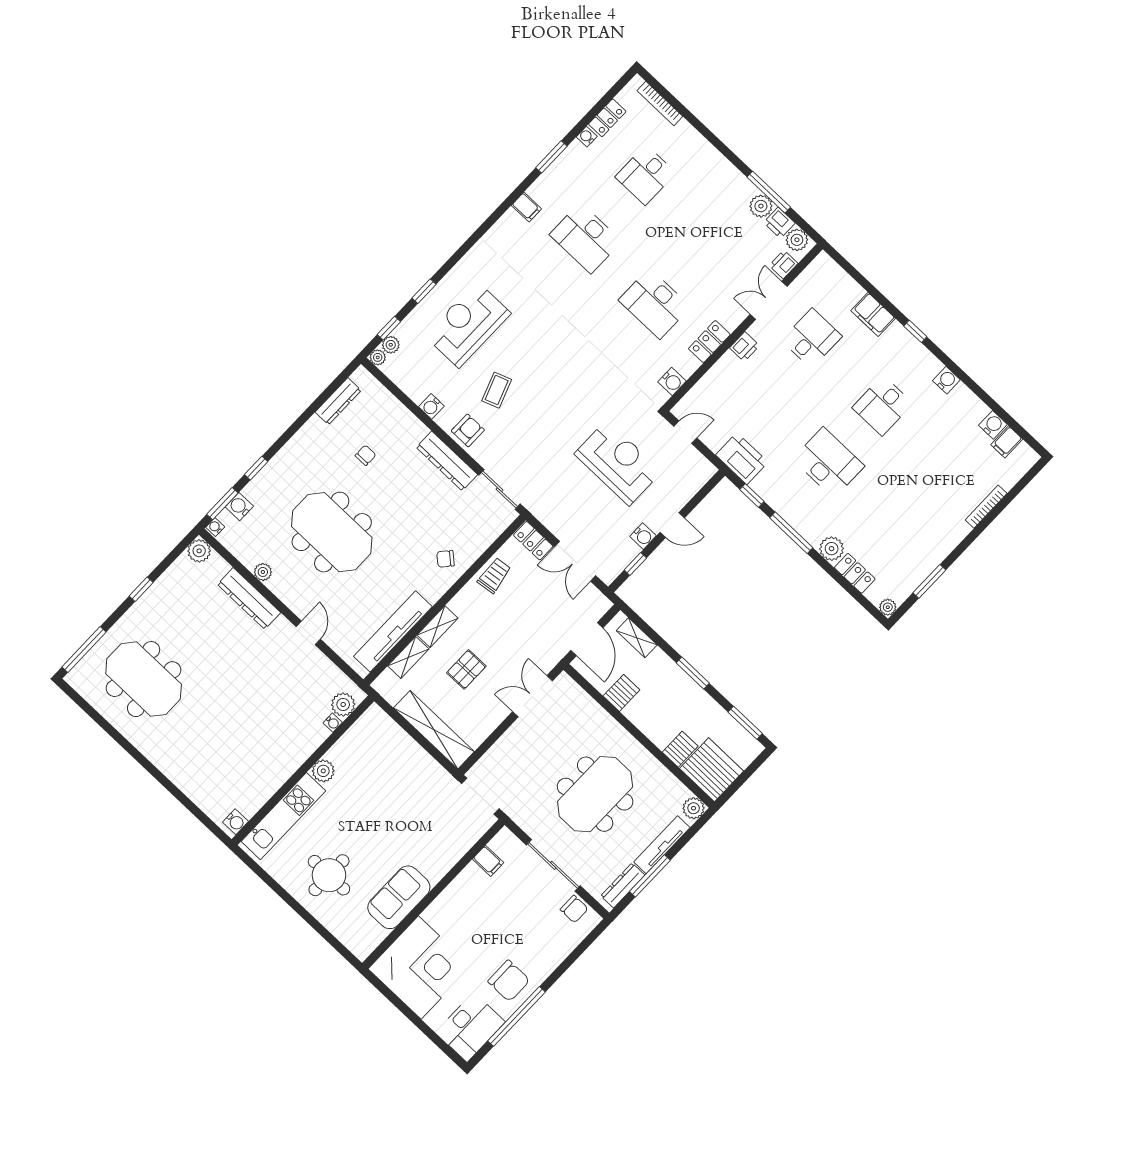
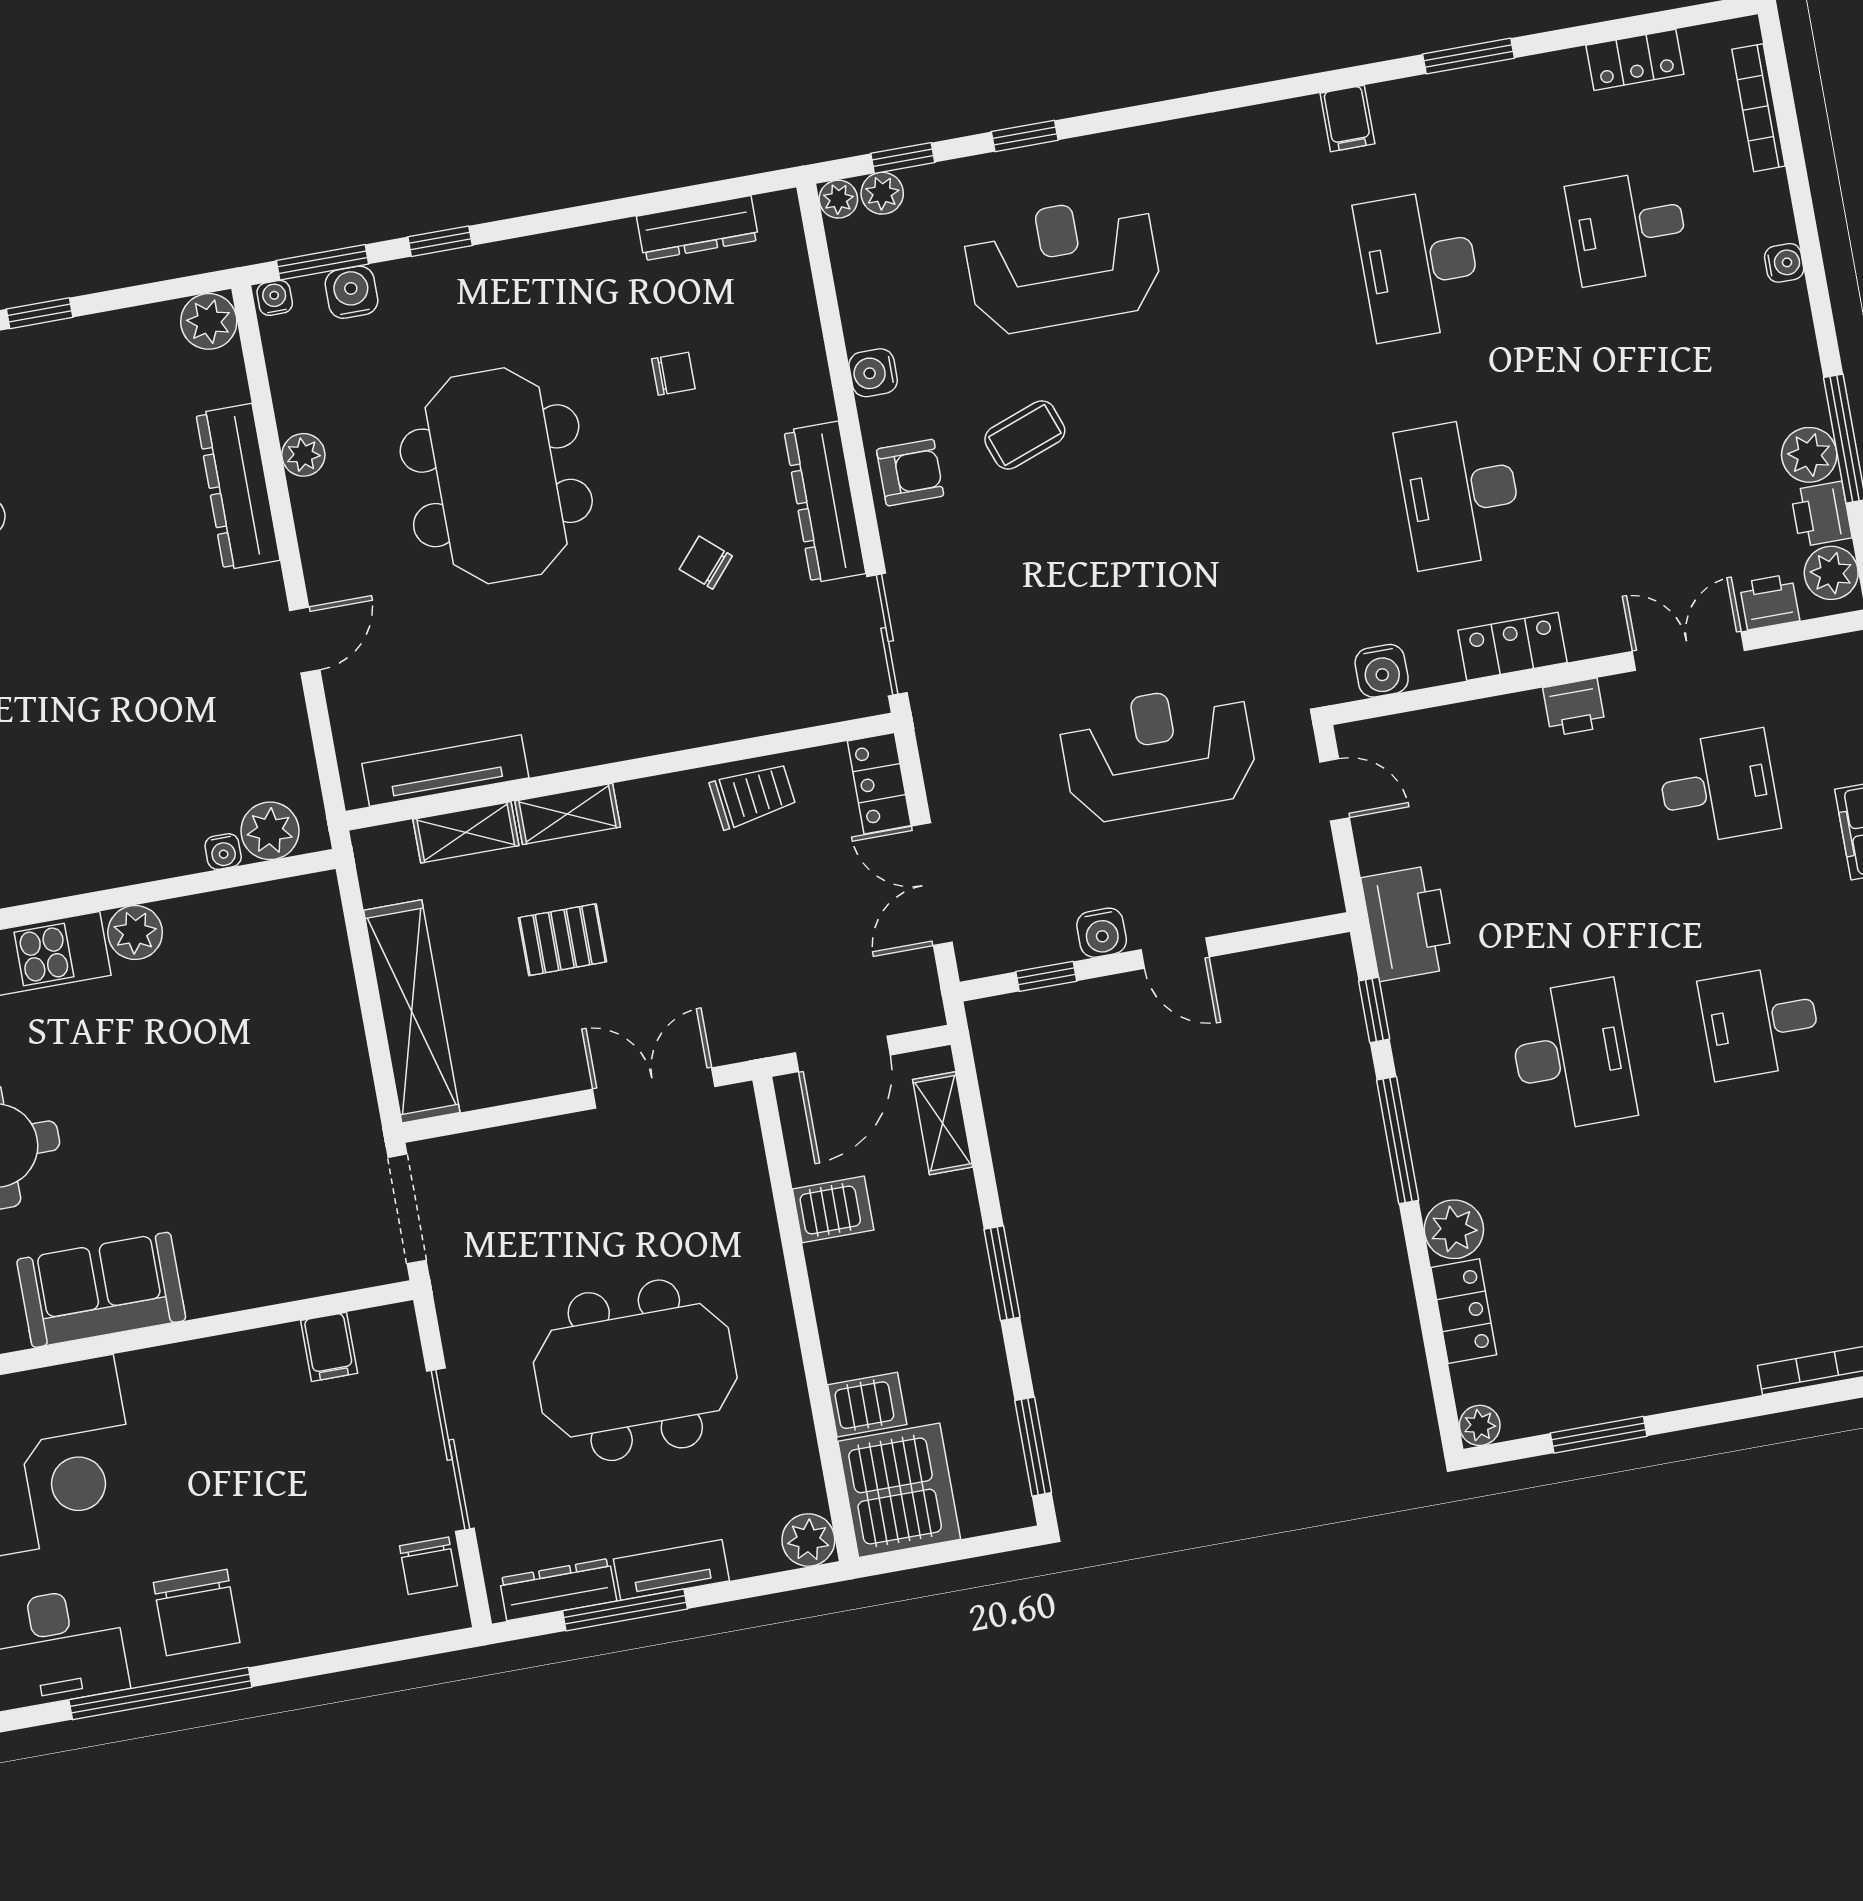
water cooler: (587, 137) -> (1784, 263), moved, turned 90
reception desk: (618, 463) -> (1158, 753), turned -90
chair: (445, 559) -> (706, 563), moved
tv unit: (393, 631) -> (445, 771), width x0.73, depth x0.78
tv unit: (662, 845) -> (671, 1570), width x0.71

